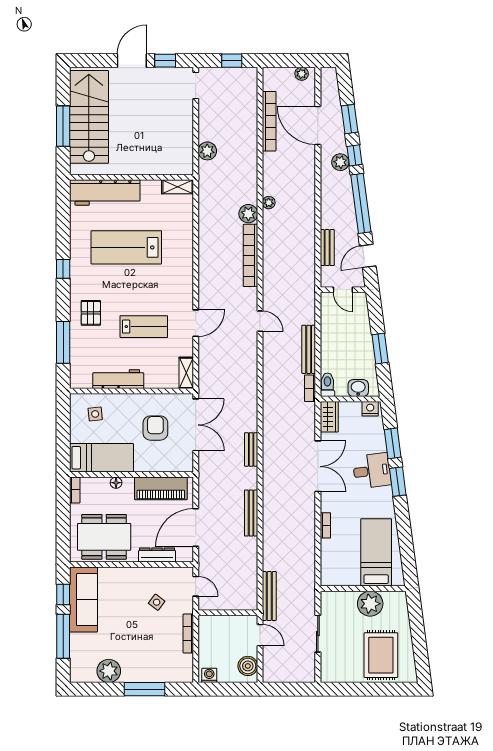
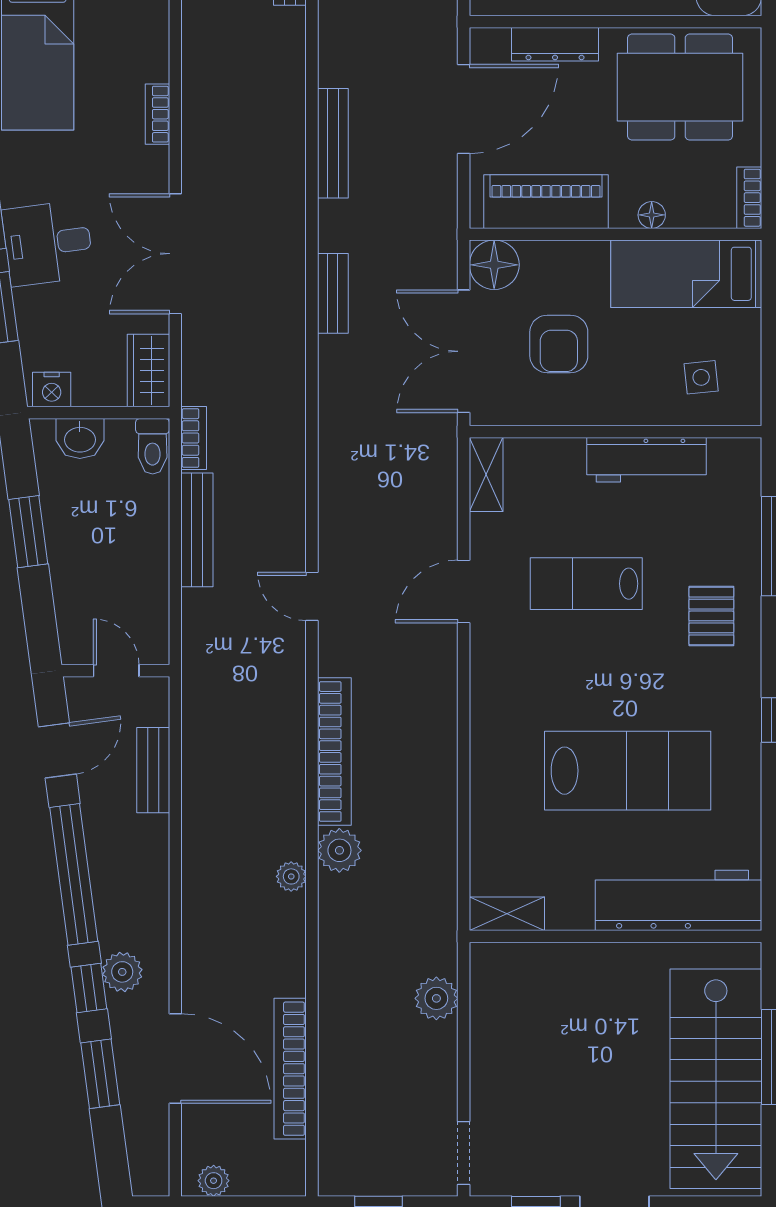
floor lamp: (183, 462) -> (494, 265), added

